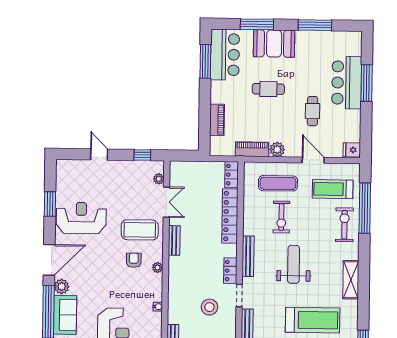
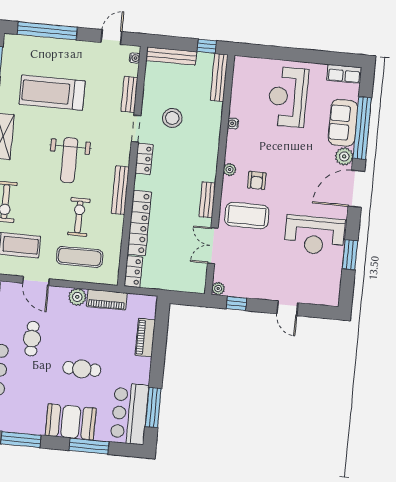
plant: (159, 179) -> (218, 289), moved
bench: (248, 256) -> (120, 190), moved

